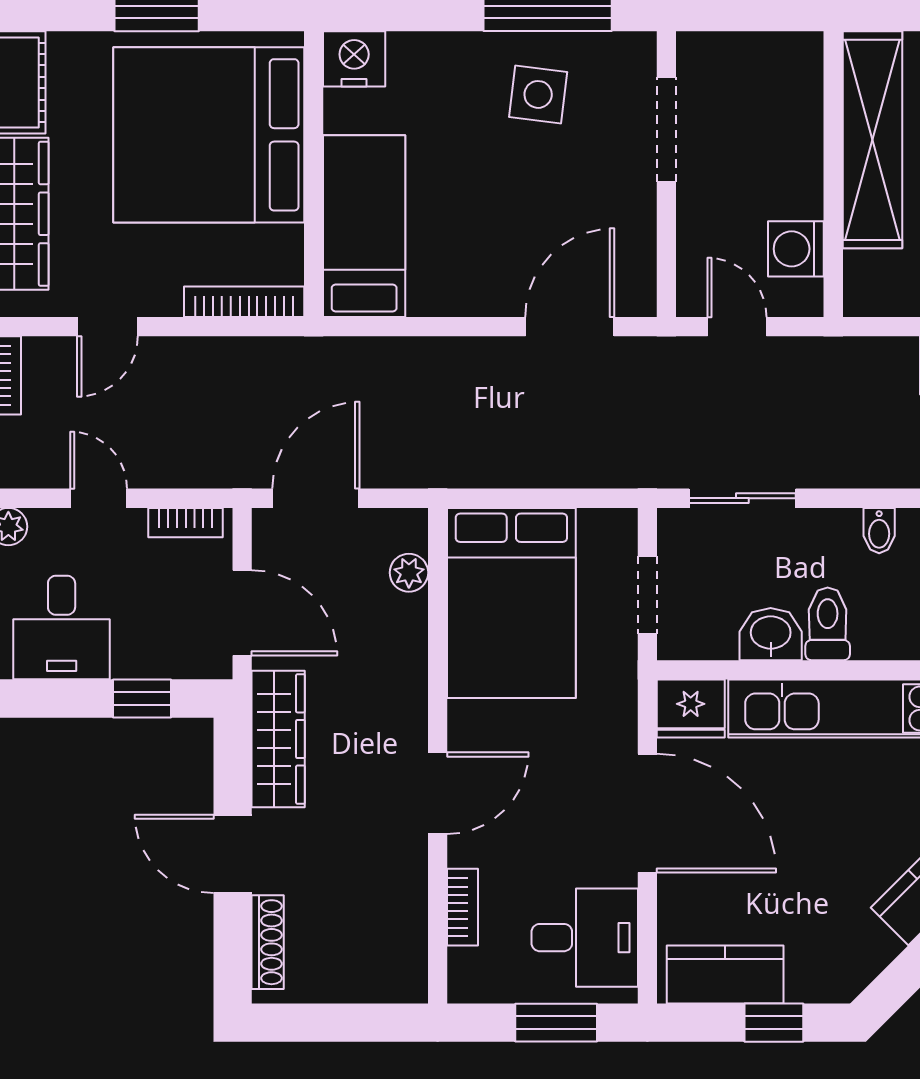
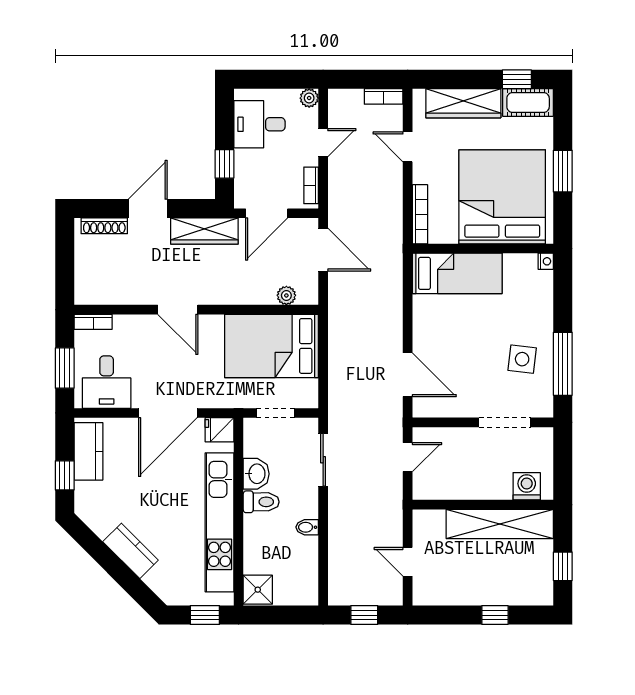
nightstand: (354, 59) -> (546, 261), width x0.53, depth x0.56
washing machine: (796, 249) -> (527, 486), moved
fridge: (691, 709) -> (219, 430), width x0.72
bookcase: (463, 907) -> (93, 322), moved

